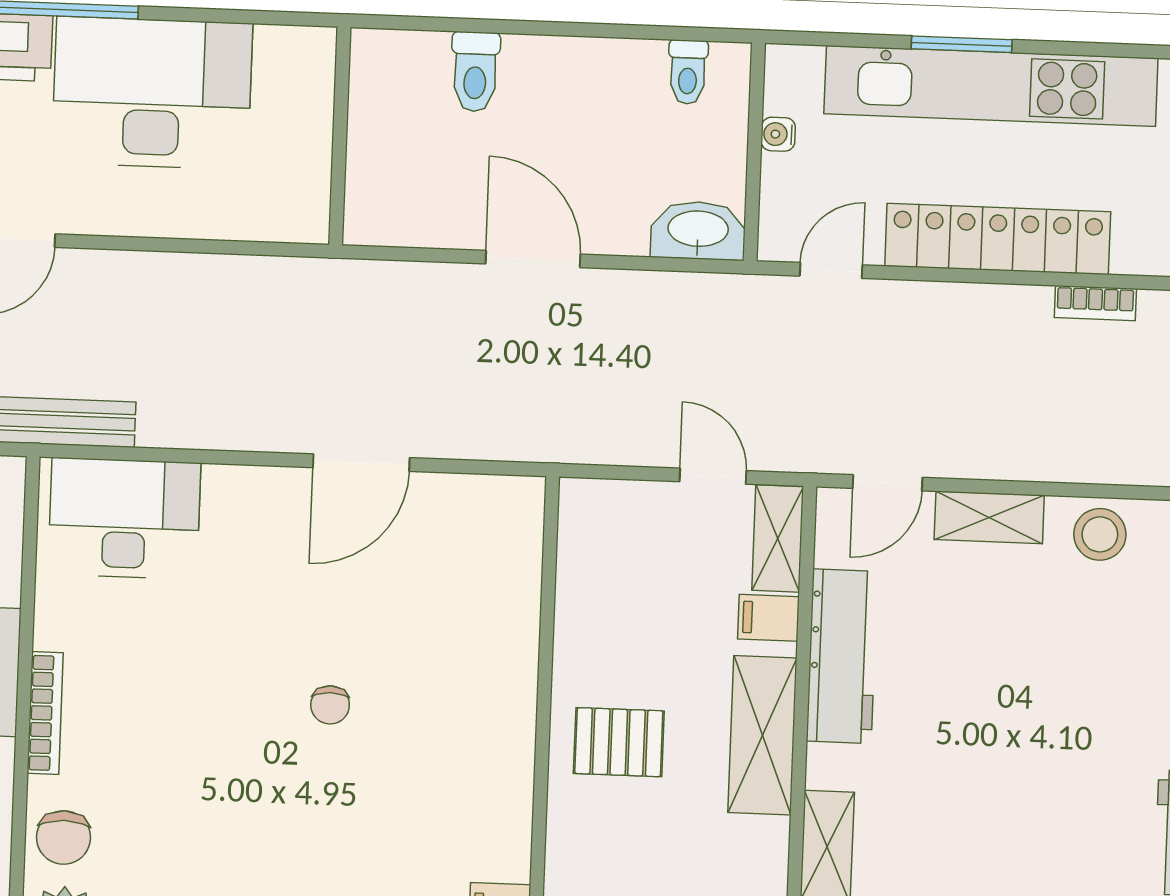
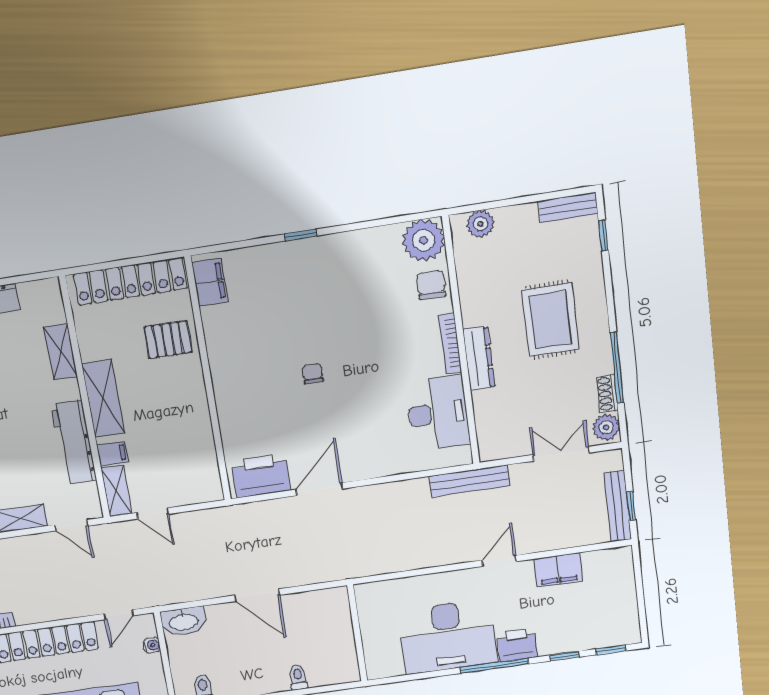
toilet: (475, 72) -> (298, 677), width x0.73, depth x0.72
water cooler: (778, 134) -> (152, 645), moved
door: (887, 483) -> (71, 525), swing flipped
printer: (475, 514) -> (261, 476), added
desk: (124, 518) -> (438, 413), moved, turned -90
pallet: (619, 742) -> (168, 340), moved

